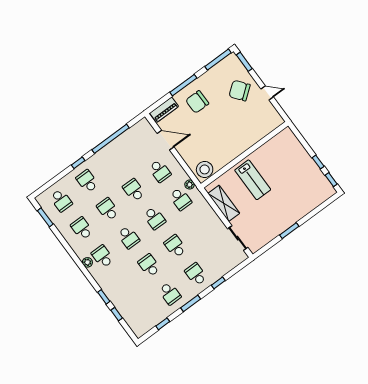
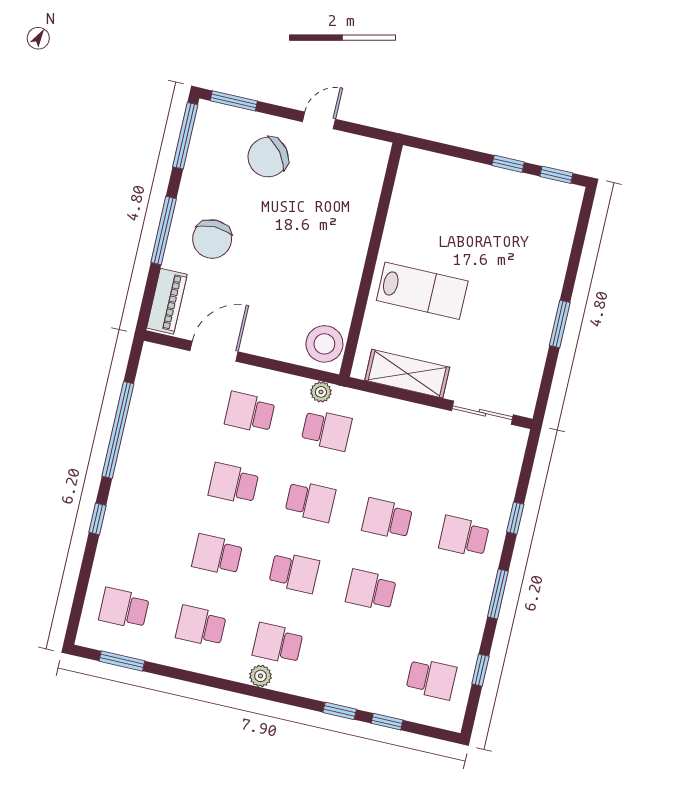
school desk: (160, 171) -> (250, 412), turned 180
school desk: (87, 181) -> (140, 537), removed
school desk: (61, 200) -> (124, 608), turned 180
school desk: (170, 293) -> (431, 679), moved

